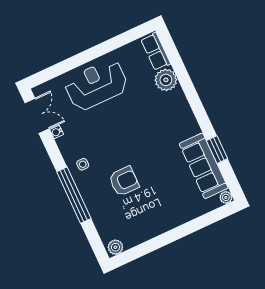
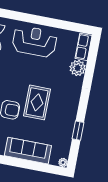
rug: (148, 151) -> (37, 102), added
sofa: (204, 166) -> (28, 151), moved, turned 90

